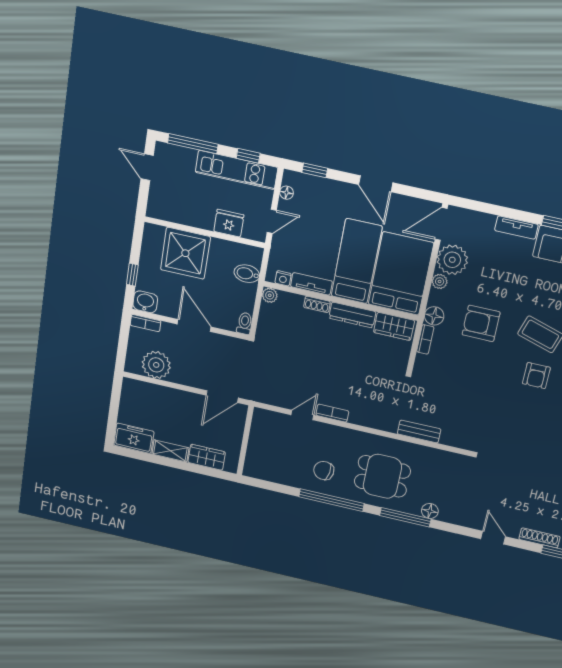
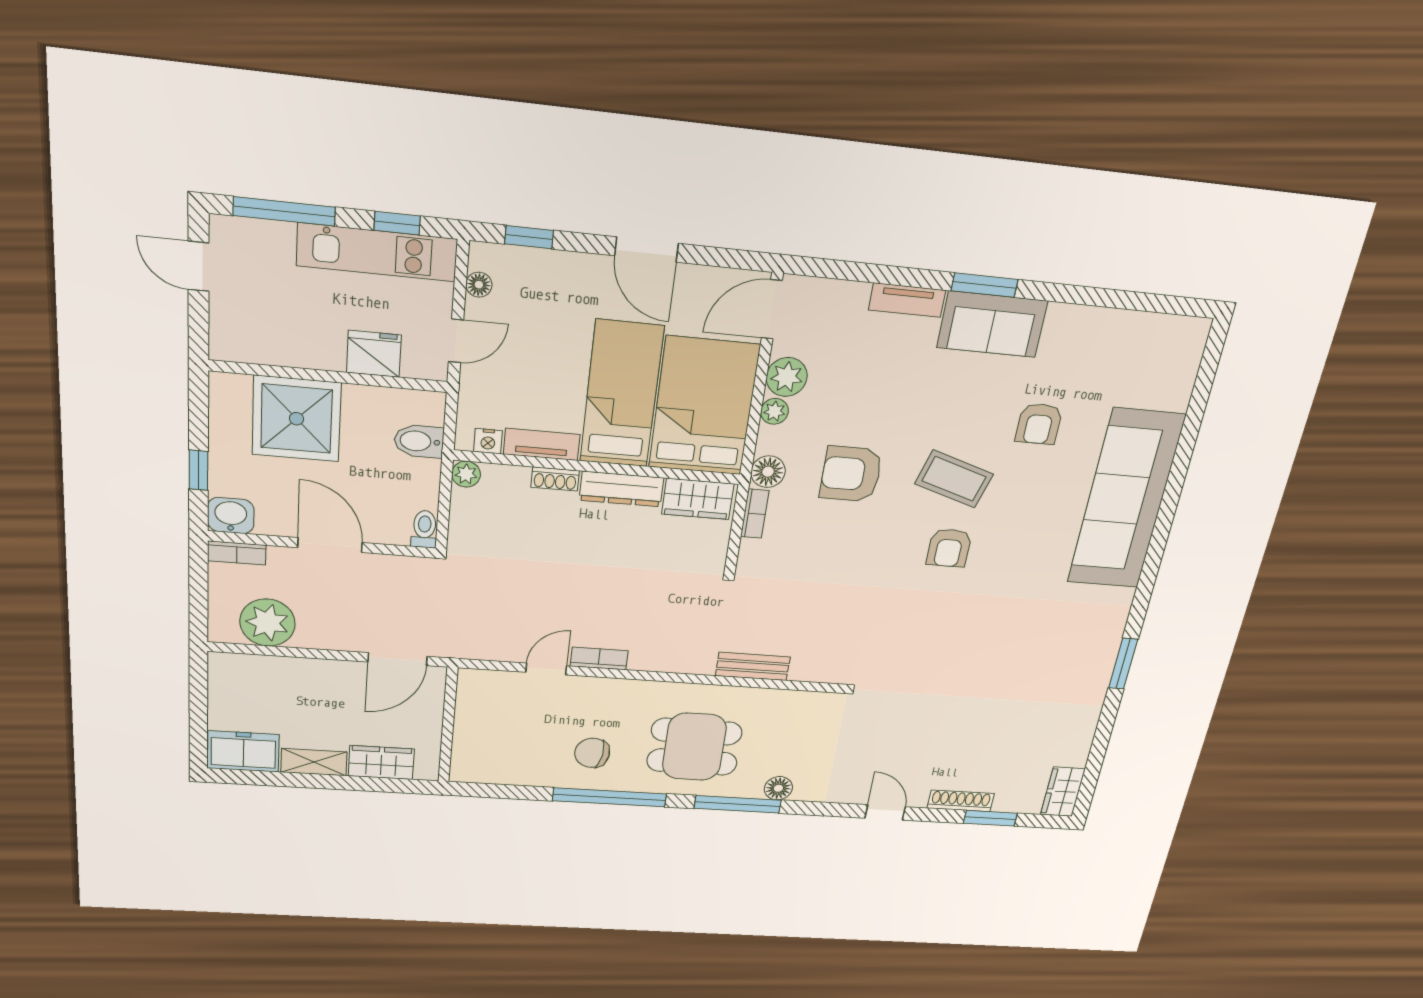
plant: (452, 260) -> (787, 377), width x0.73, depth x0.73

